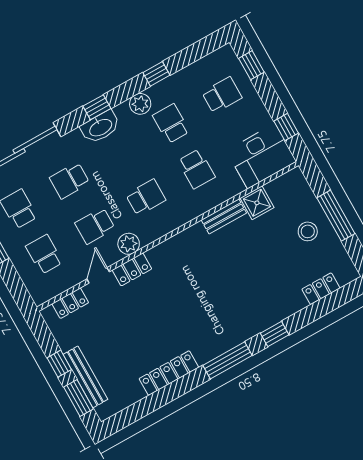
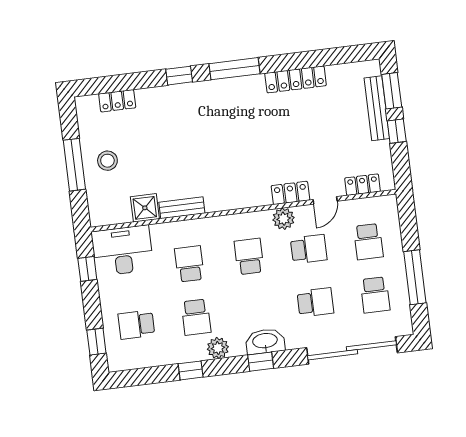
school desk: (146, 197) -> (249, 256), turned 90

